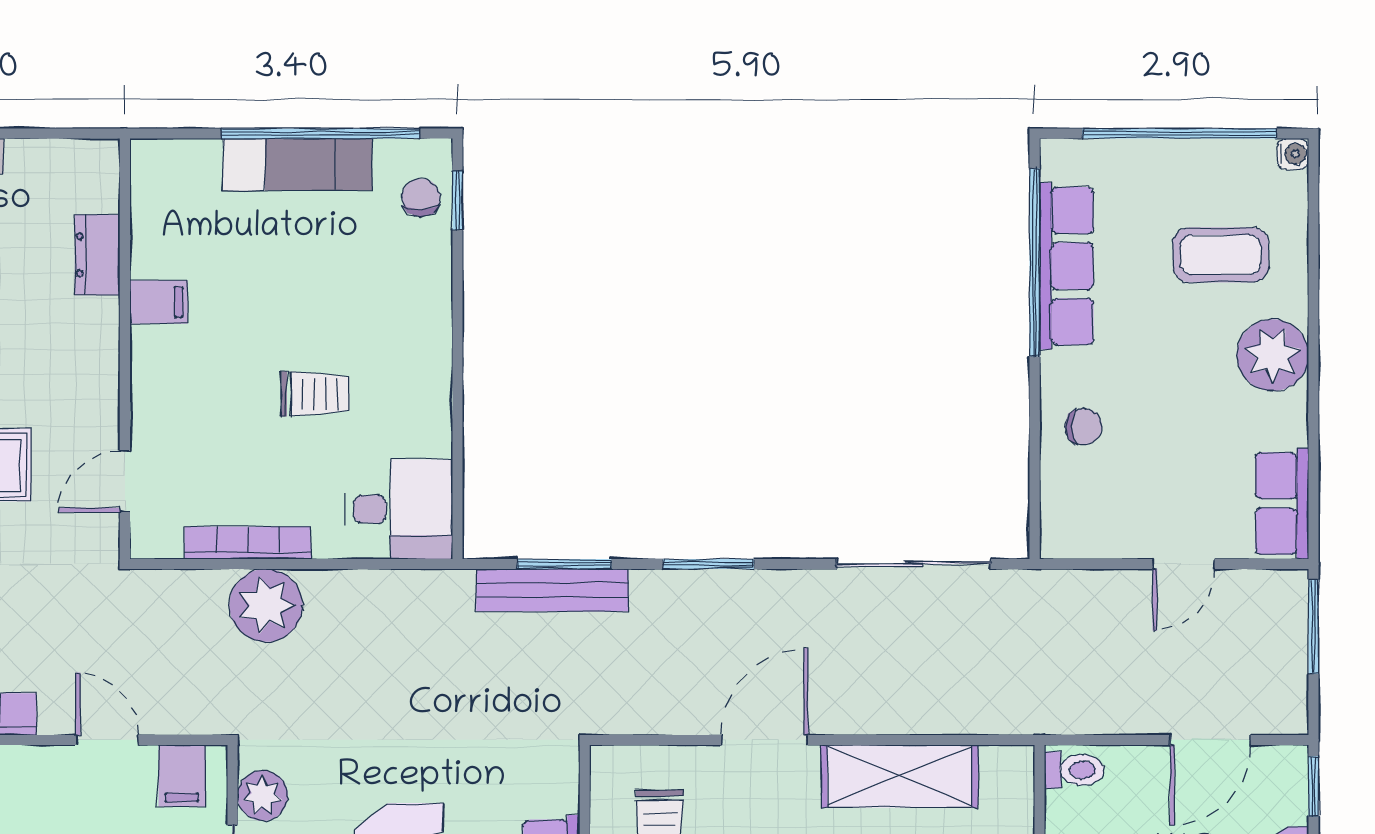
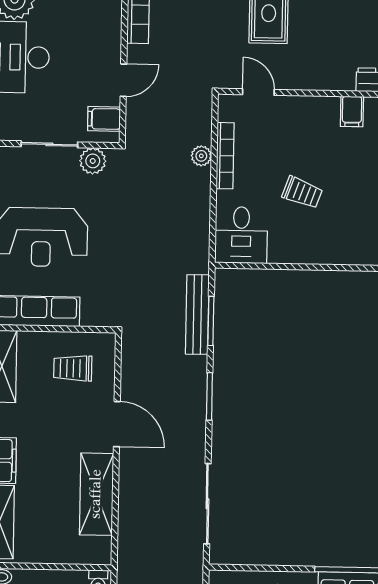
trolley: (315, 394) -> (302, 193), turned -70
plant: (266, 605) -> (201, 156), width x0.53, depth x0.53

